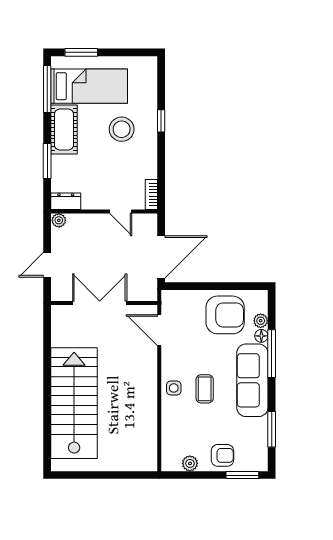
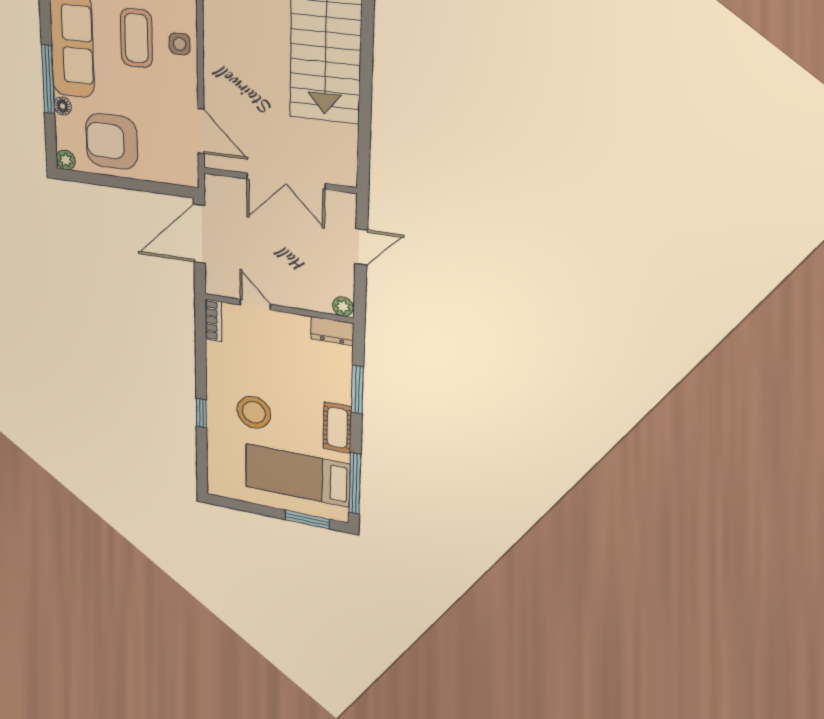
cot: (64, 130) -> (337, 428), width x0.73, depth x0.75
plant: (261, 321) -> (66, 160), moved
coffee table: (205, 389) -> (136, 38), width x1.36, depth x1.30

